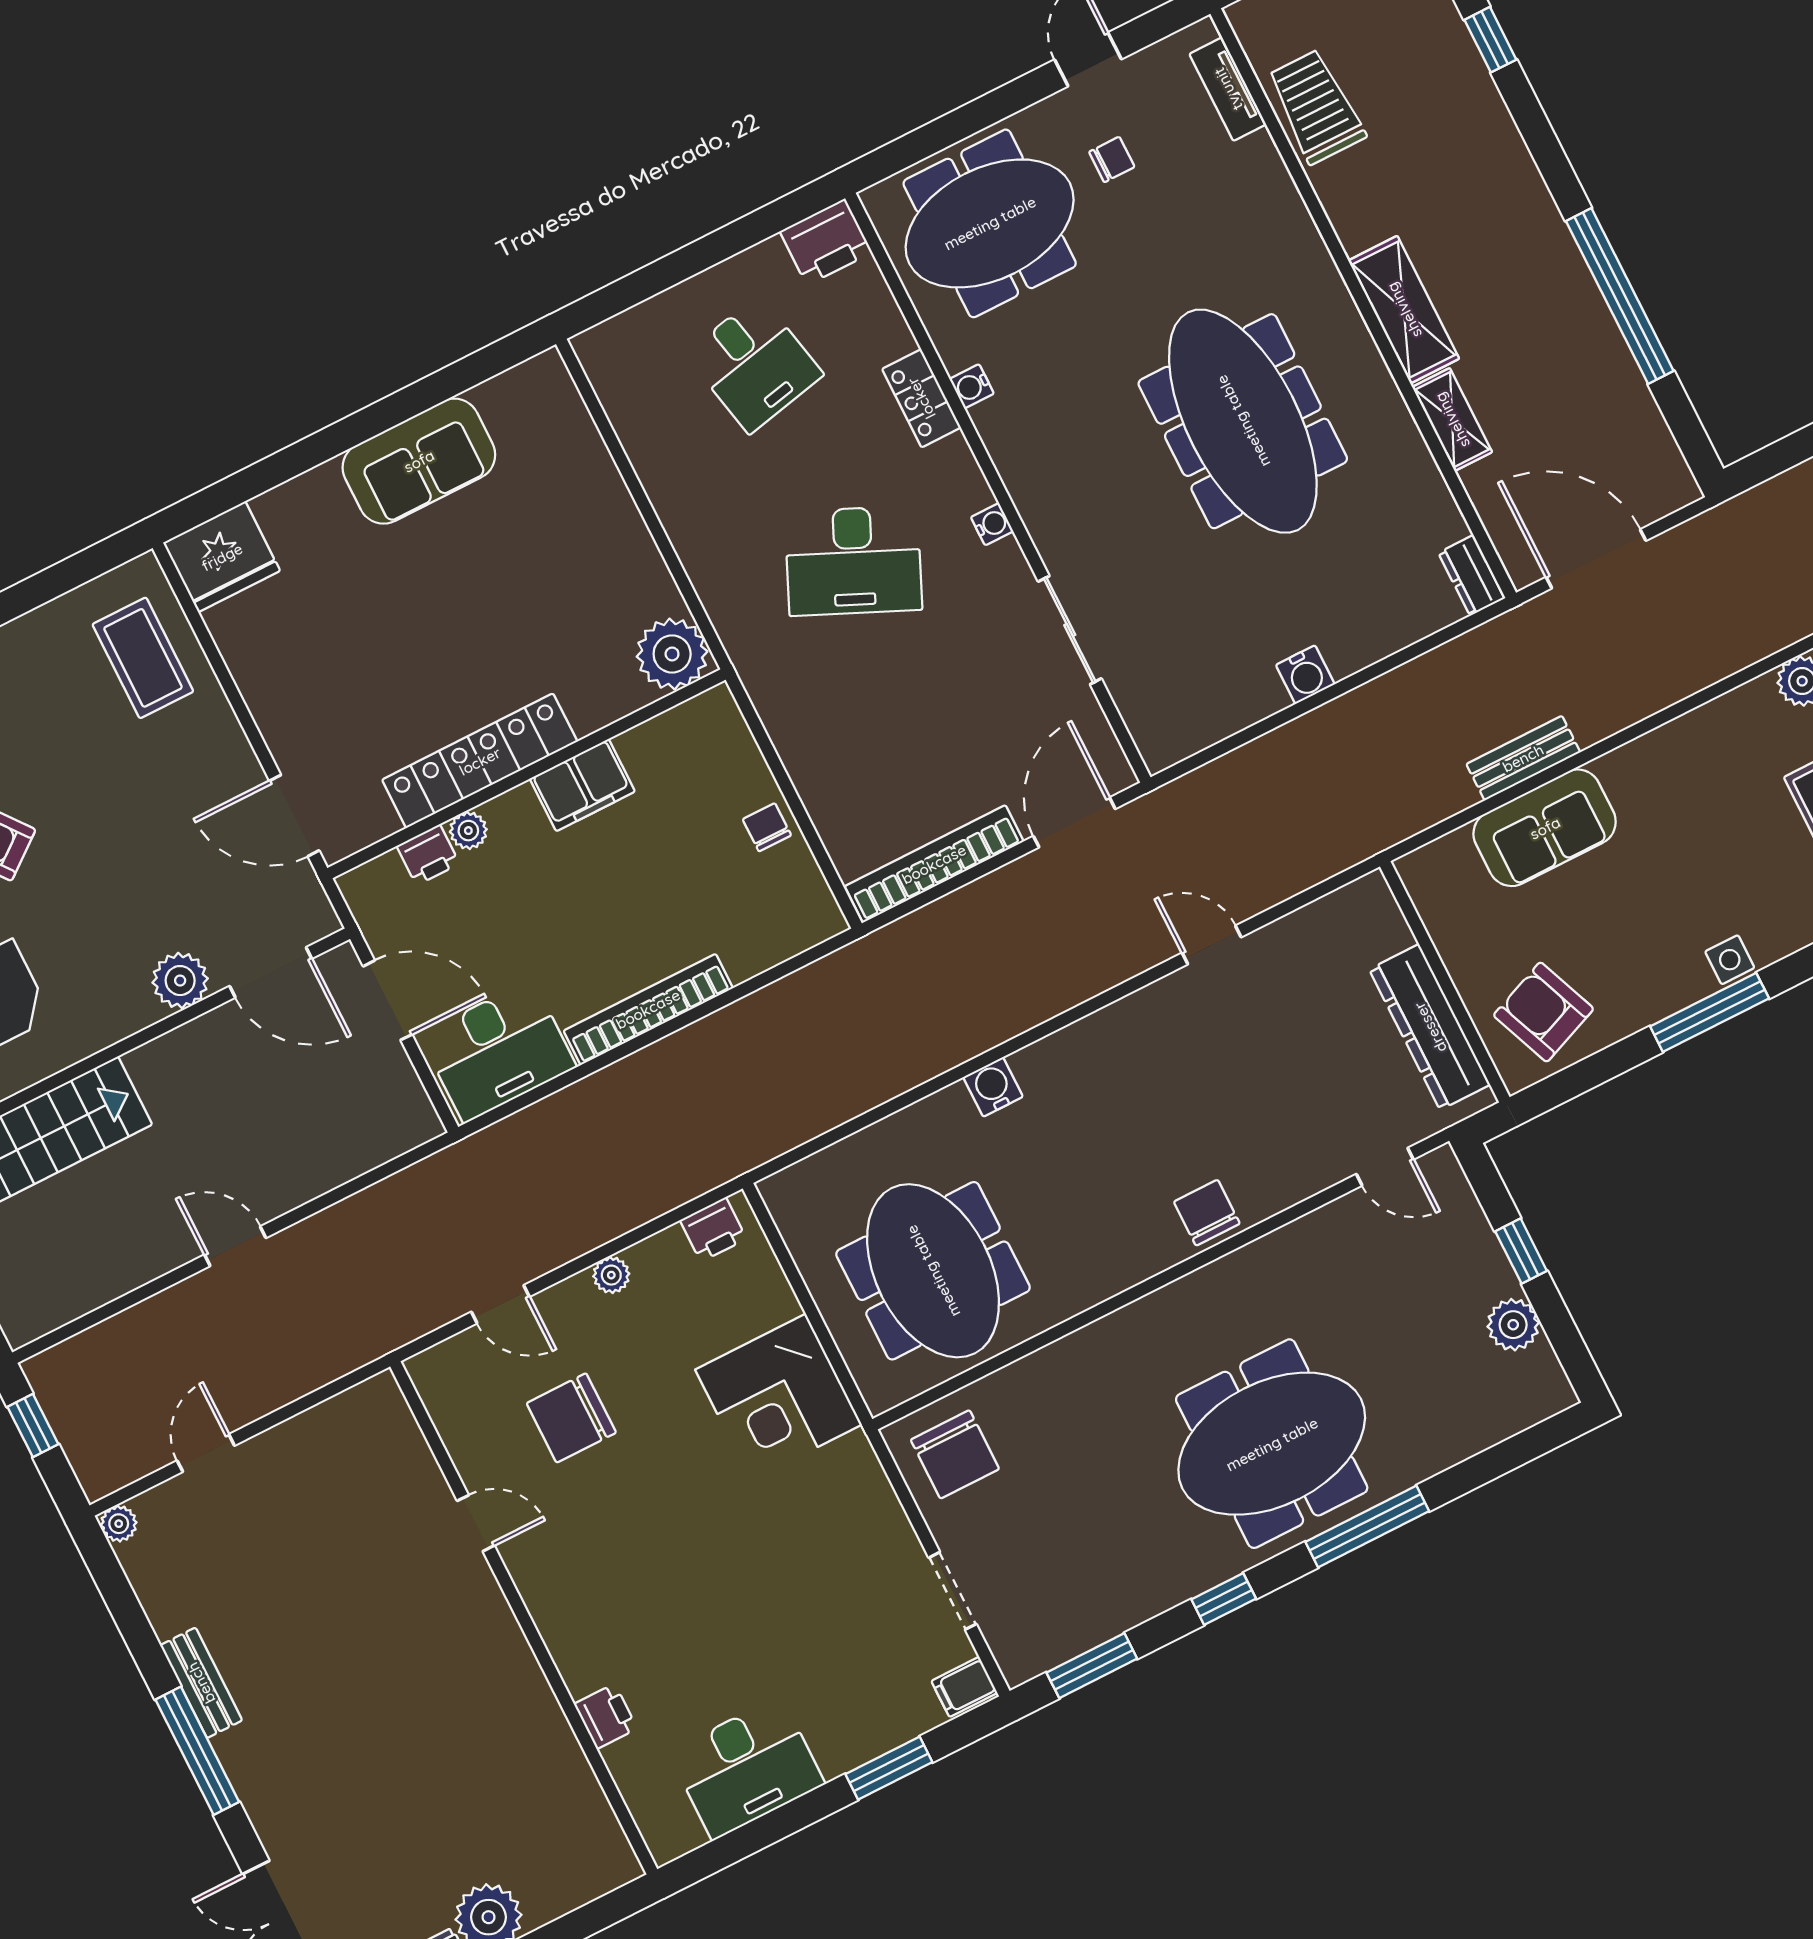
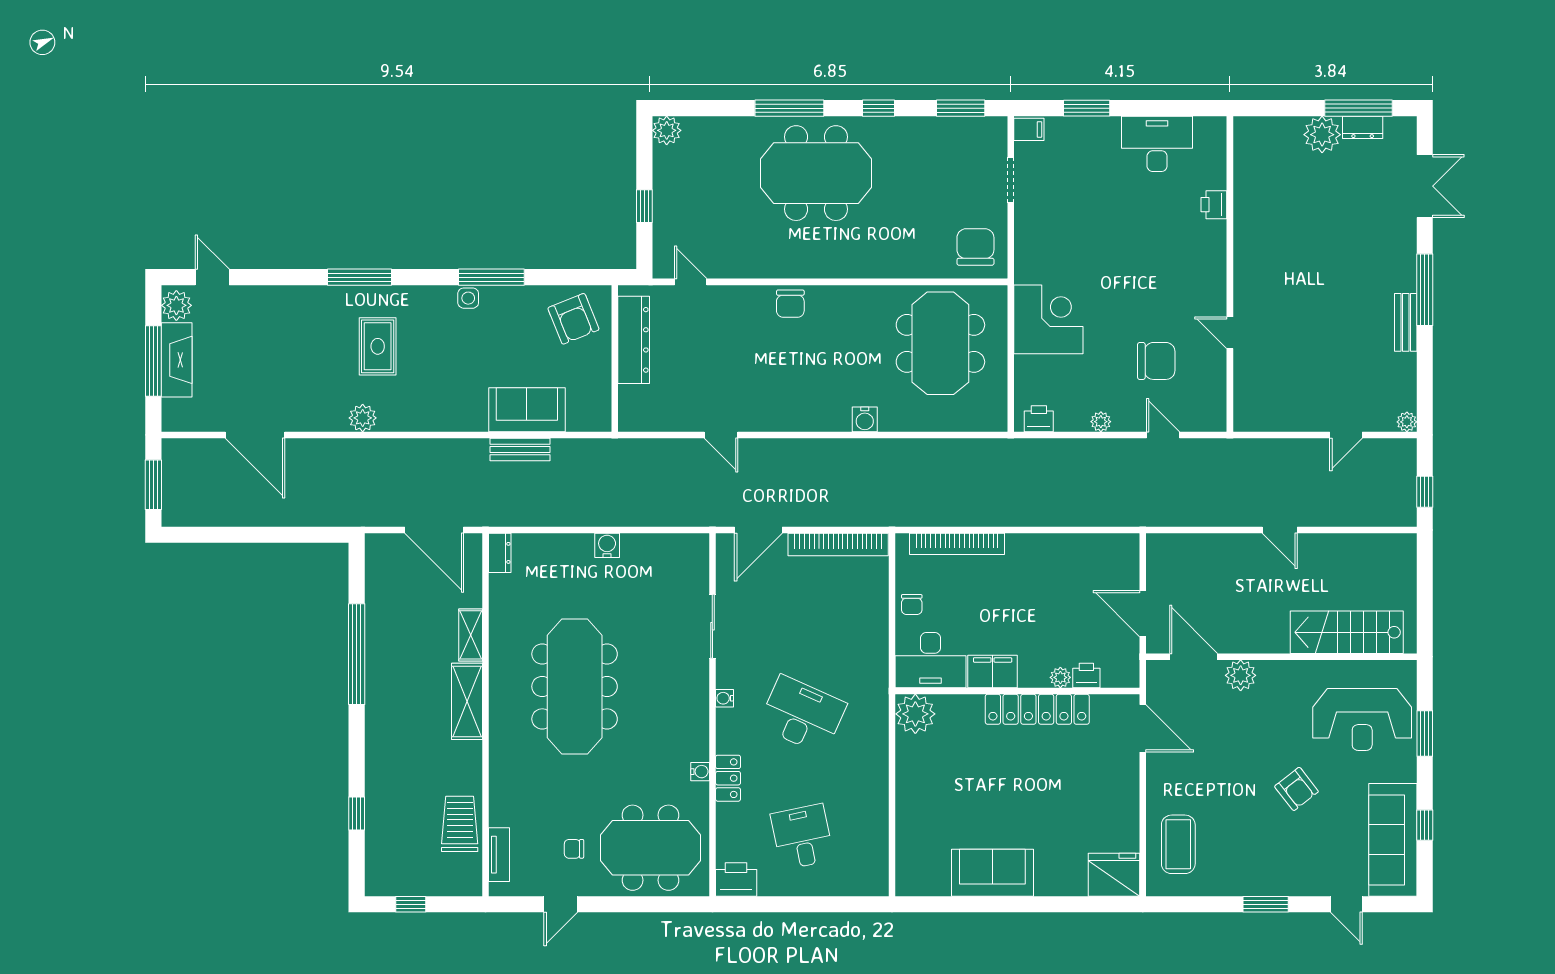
trolley: (1316, 107) -> (460, 824), turned 180
bookcase: (648, 1009) -> (957, 544), moved
desk: (498, 1051) -> (931, 660), moved, turned 180
plant: (1513, 1325) -> (667, 130), moved

